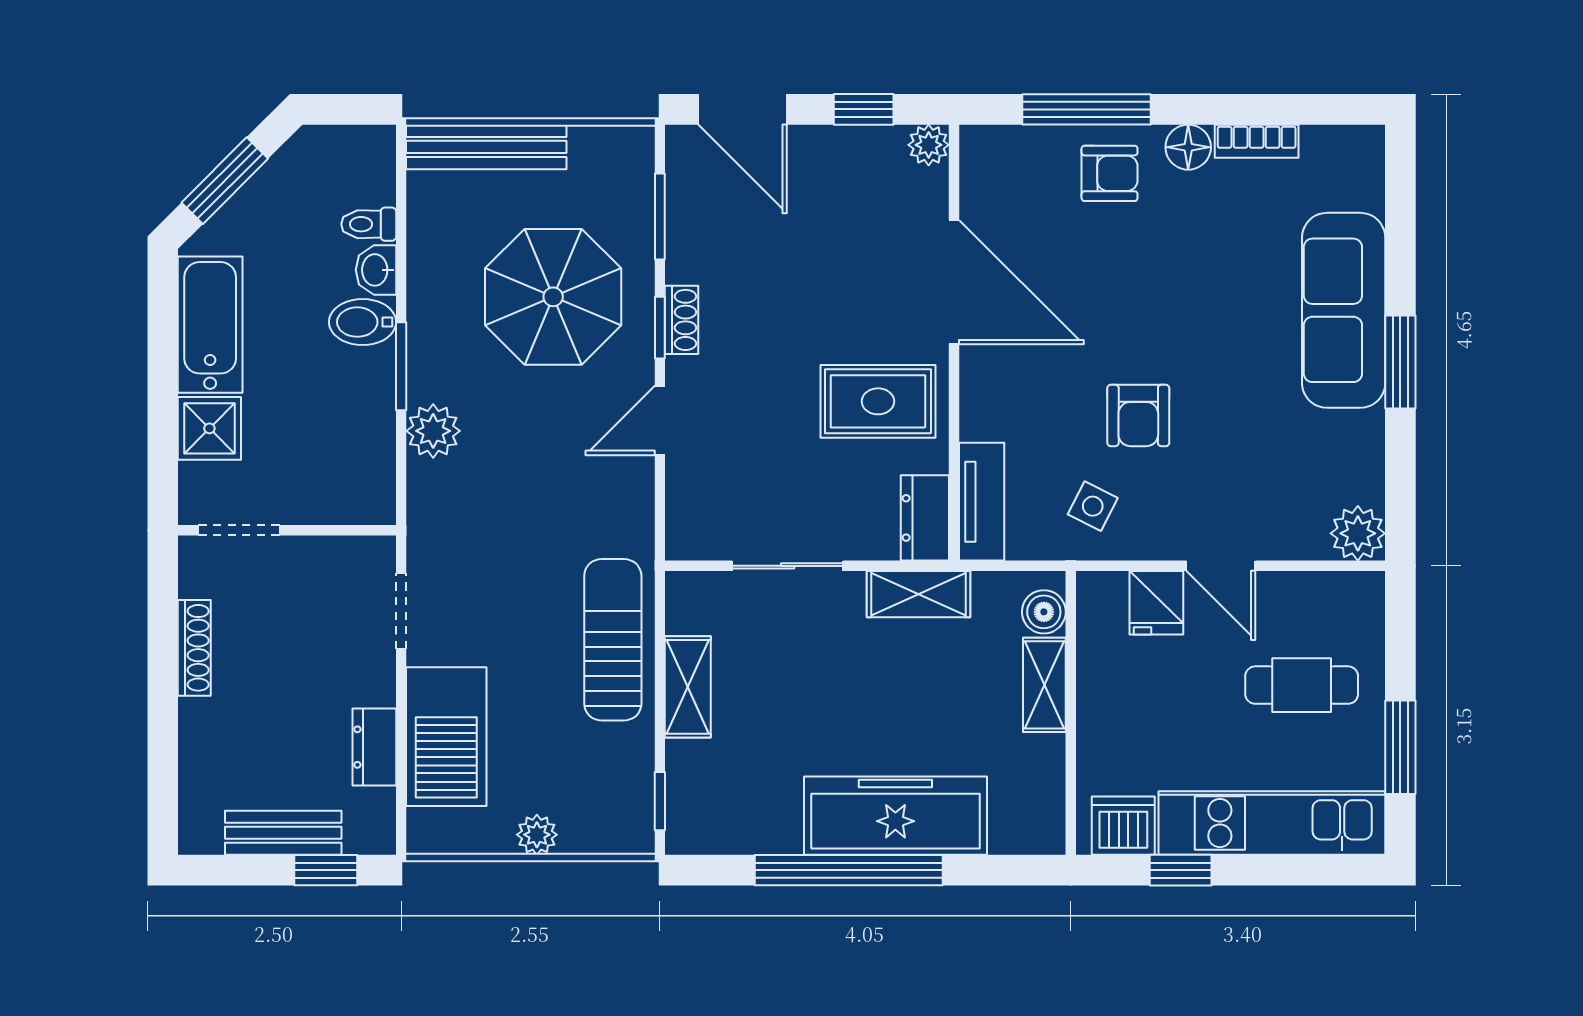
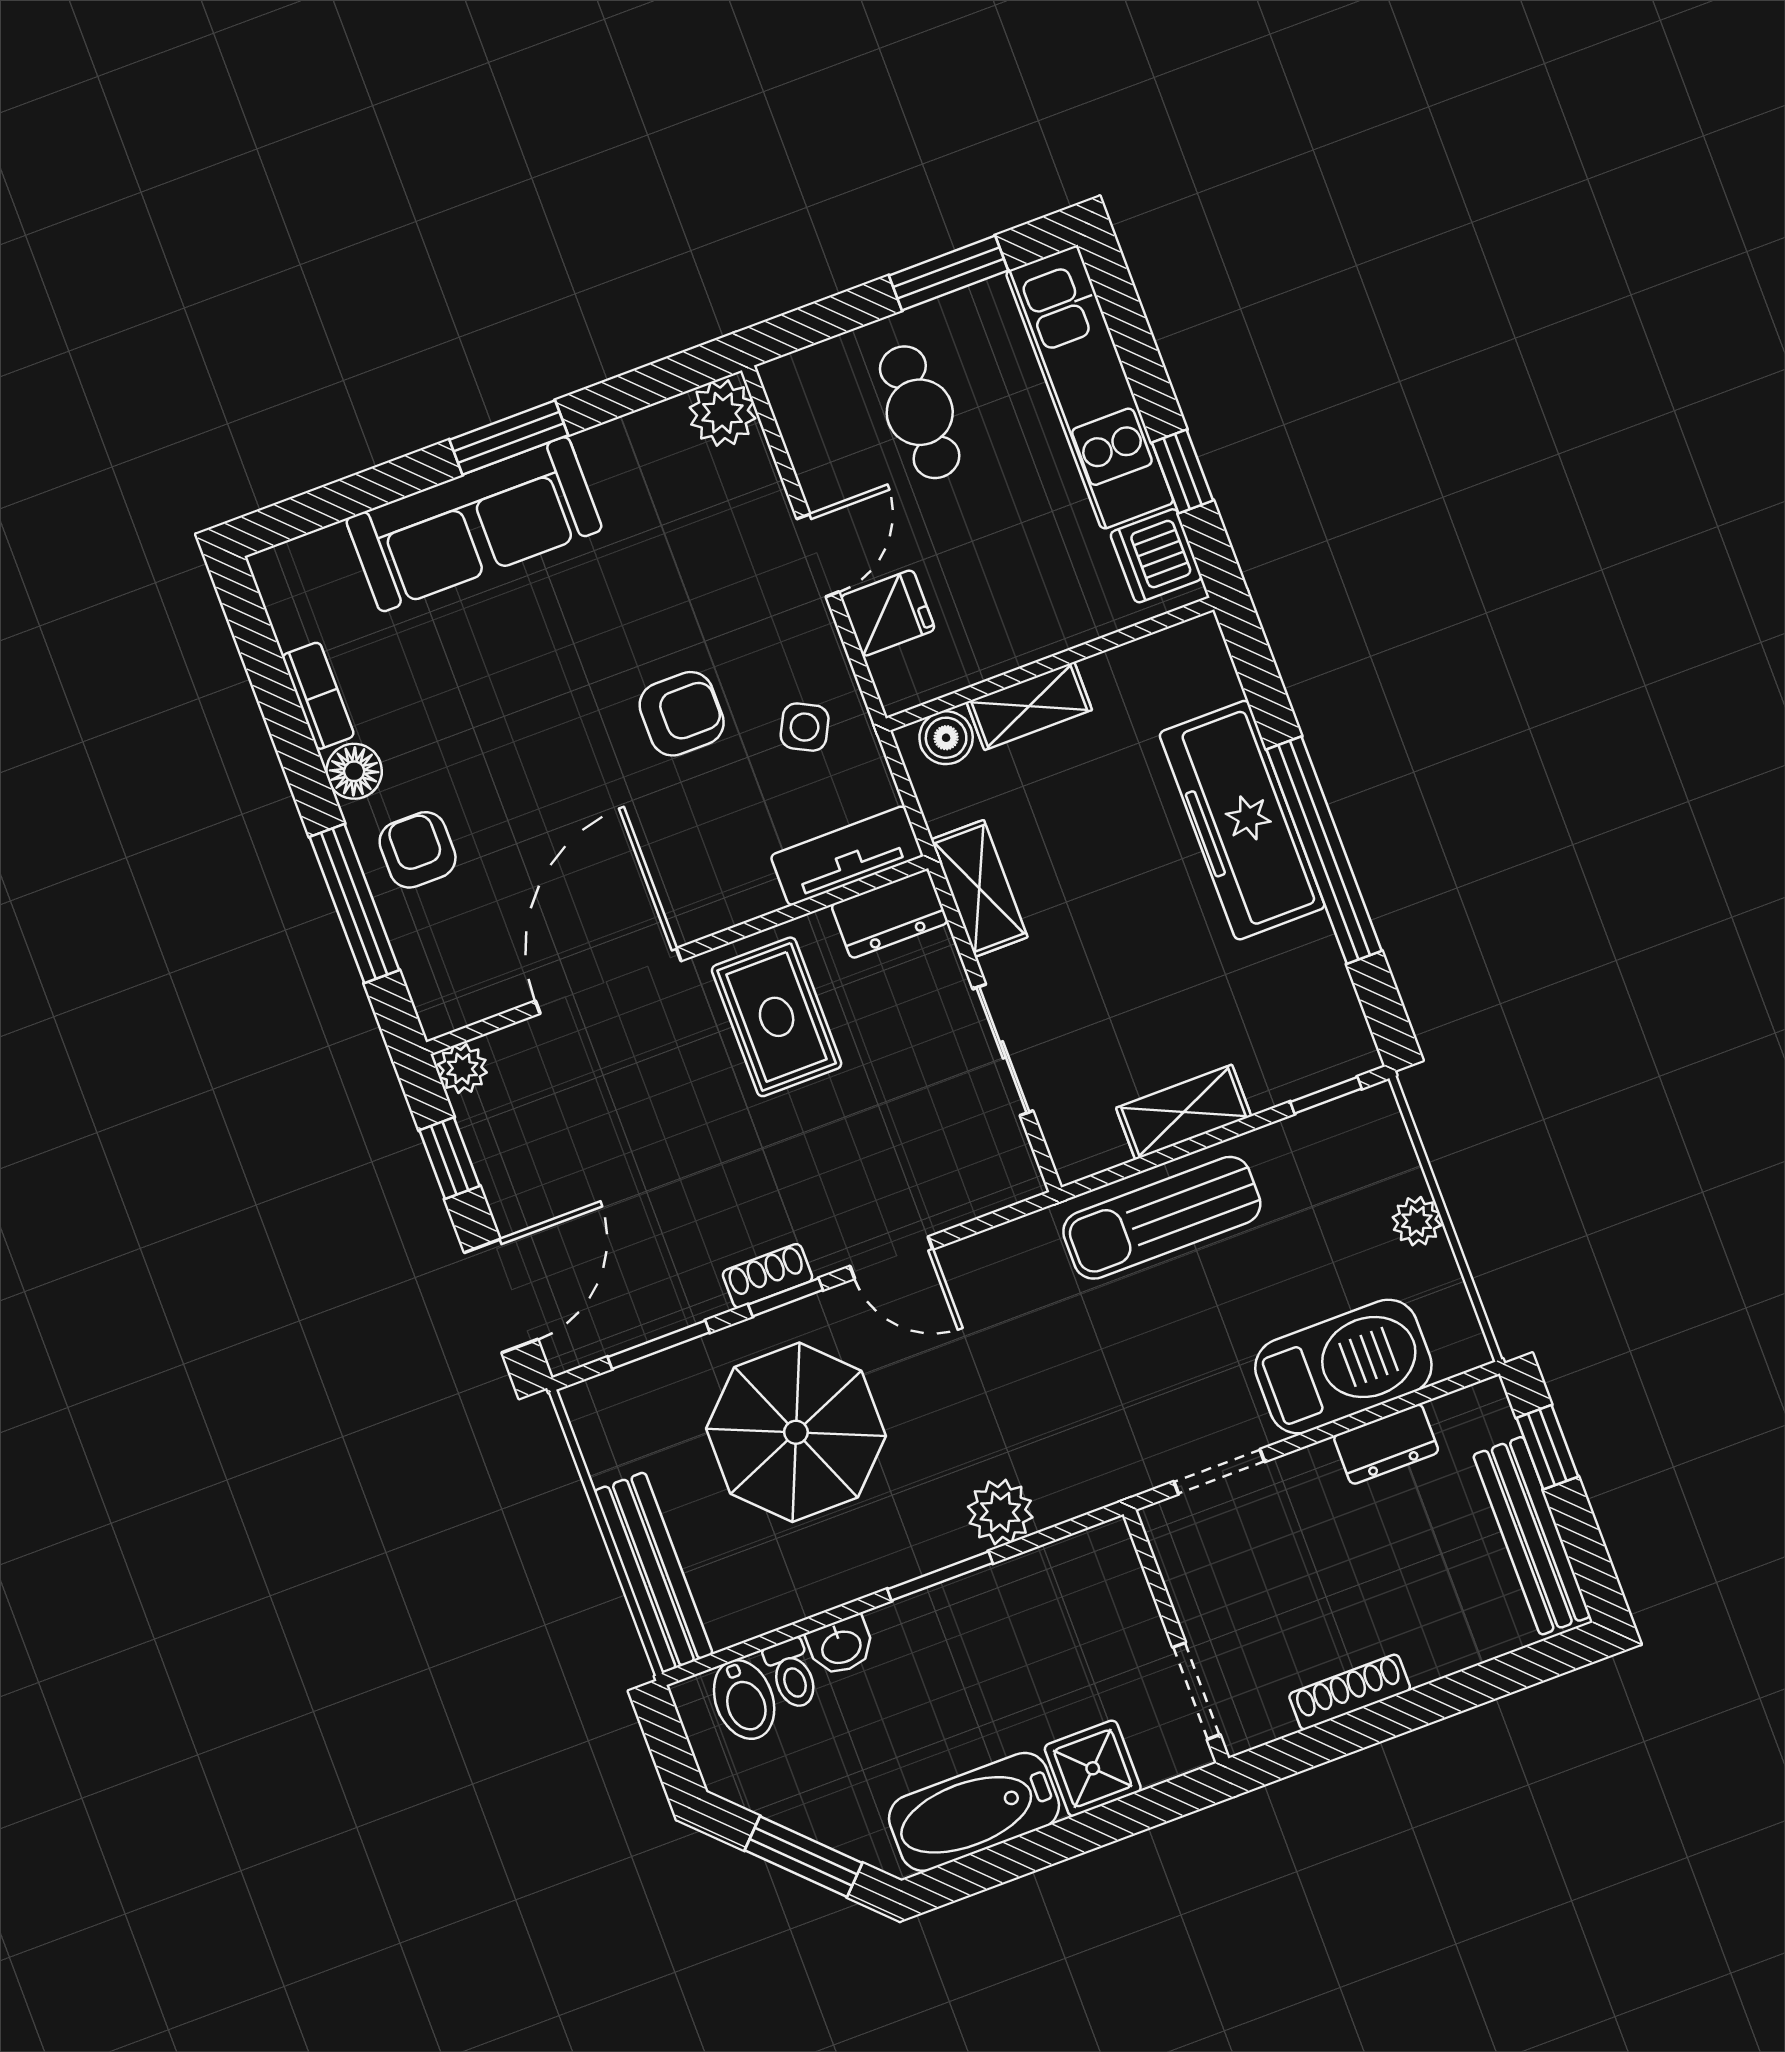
bidet: (363, 322) -> (744, 1700), moved
bench: (283, 833) -> (1532, 1536), width x1.36

